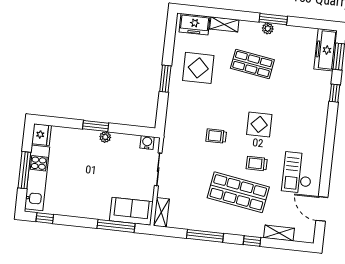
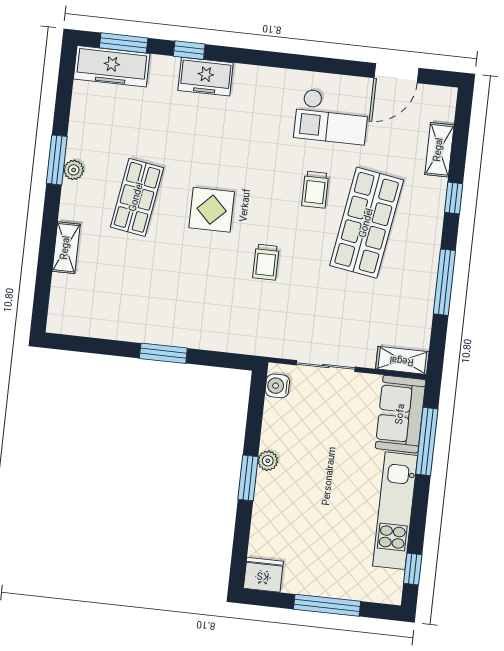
freezer: (195, 24) -> (206, 77), moved, turned 90
display table: (198, 68) -> (144, 294), removed
display table: (259, 124) -> (212, 210), moved
kitchen unit: (37, 178) -> (395, 511), moved, turned -90

